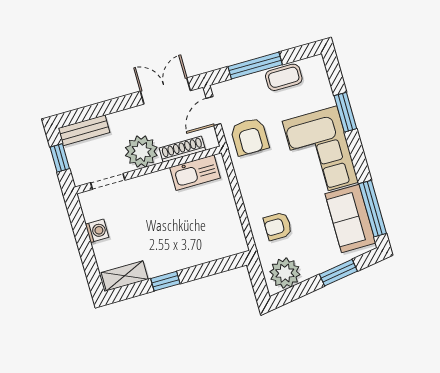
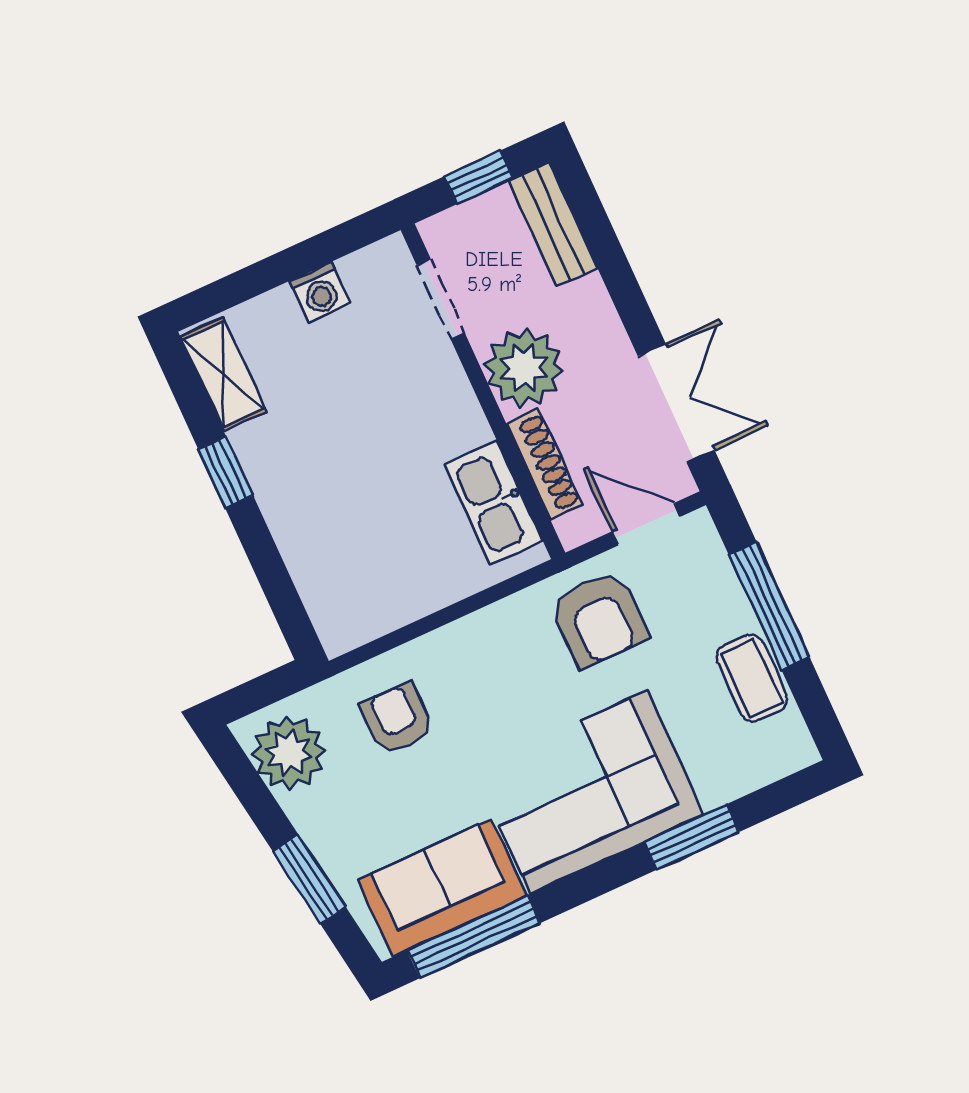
armchair: (250, 137) -> (599, 619), turned -90

